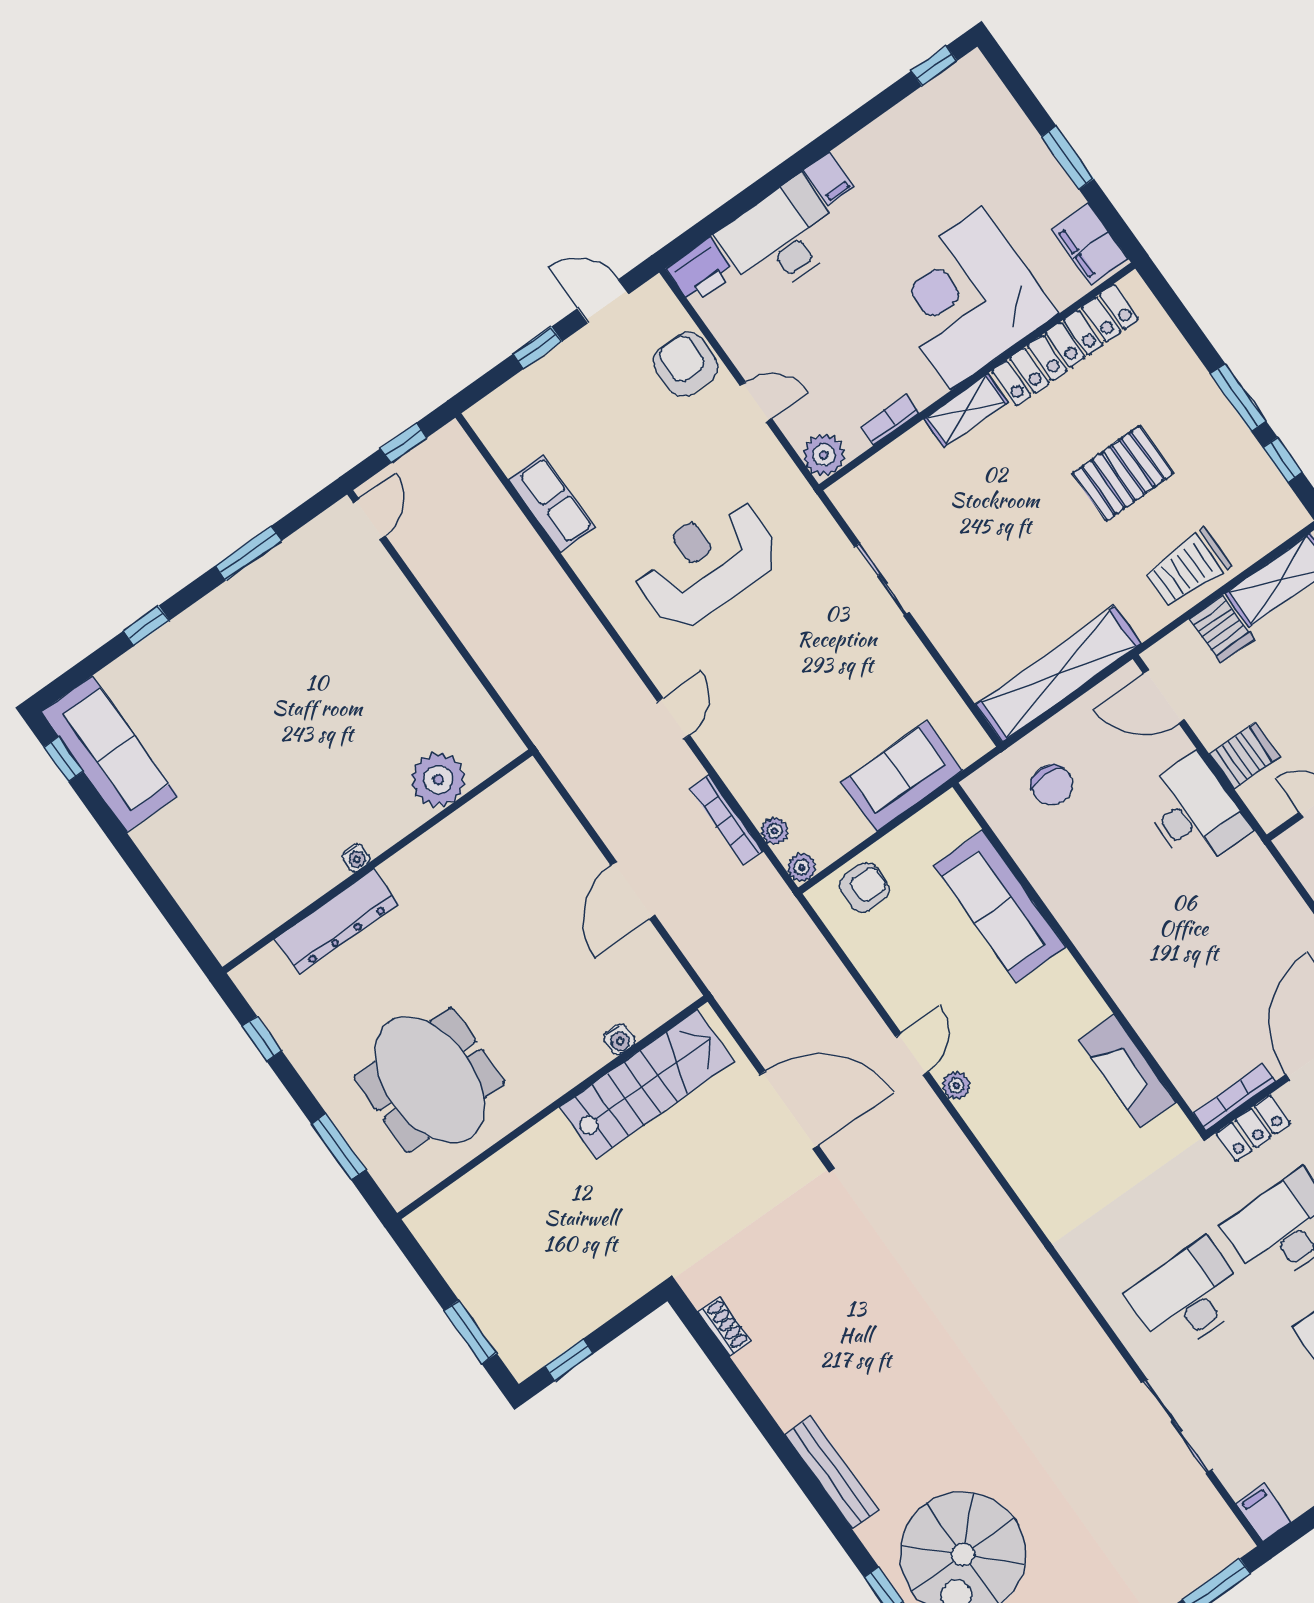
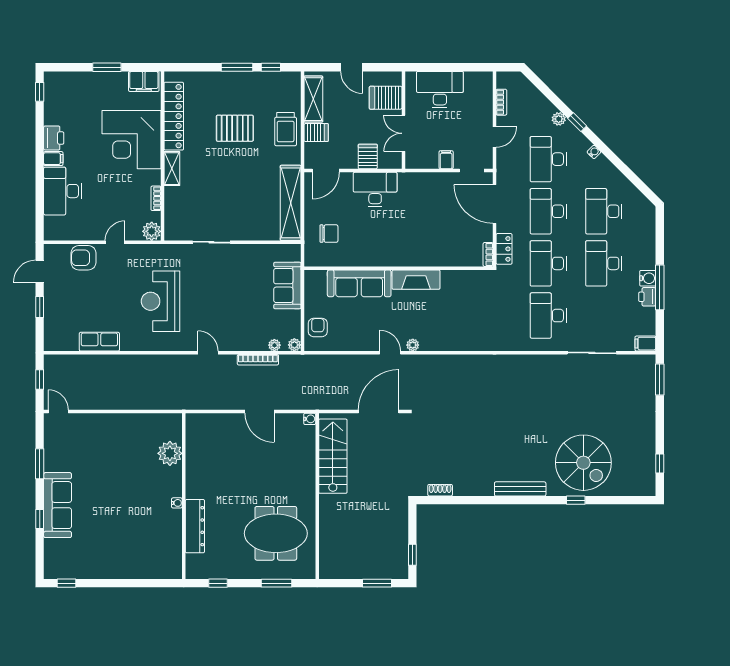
printer: (701, 271) -> (54, 138), moved
pallet: (1123, 473) -> (235, 128), turned 90
sofa: (109, 754) -> (58, 505), moved, turned 90
water cooler: (619, 1039) -> (310, 419), moved
fireplace: (1127, 1071) -> (416, 280), moved
bookcase: (1234, 1097) -> (488, 254), width x0.64

